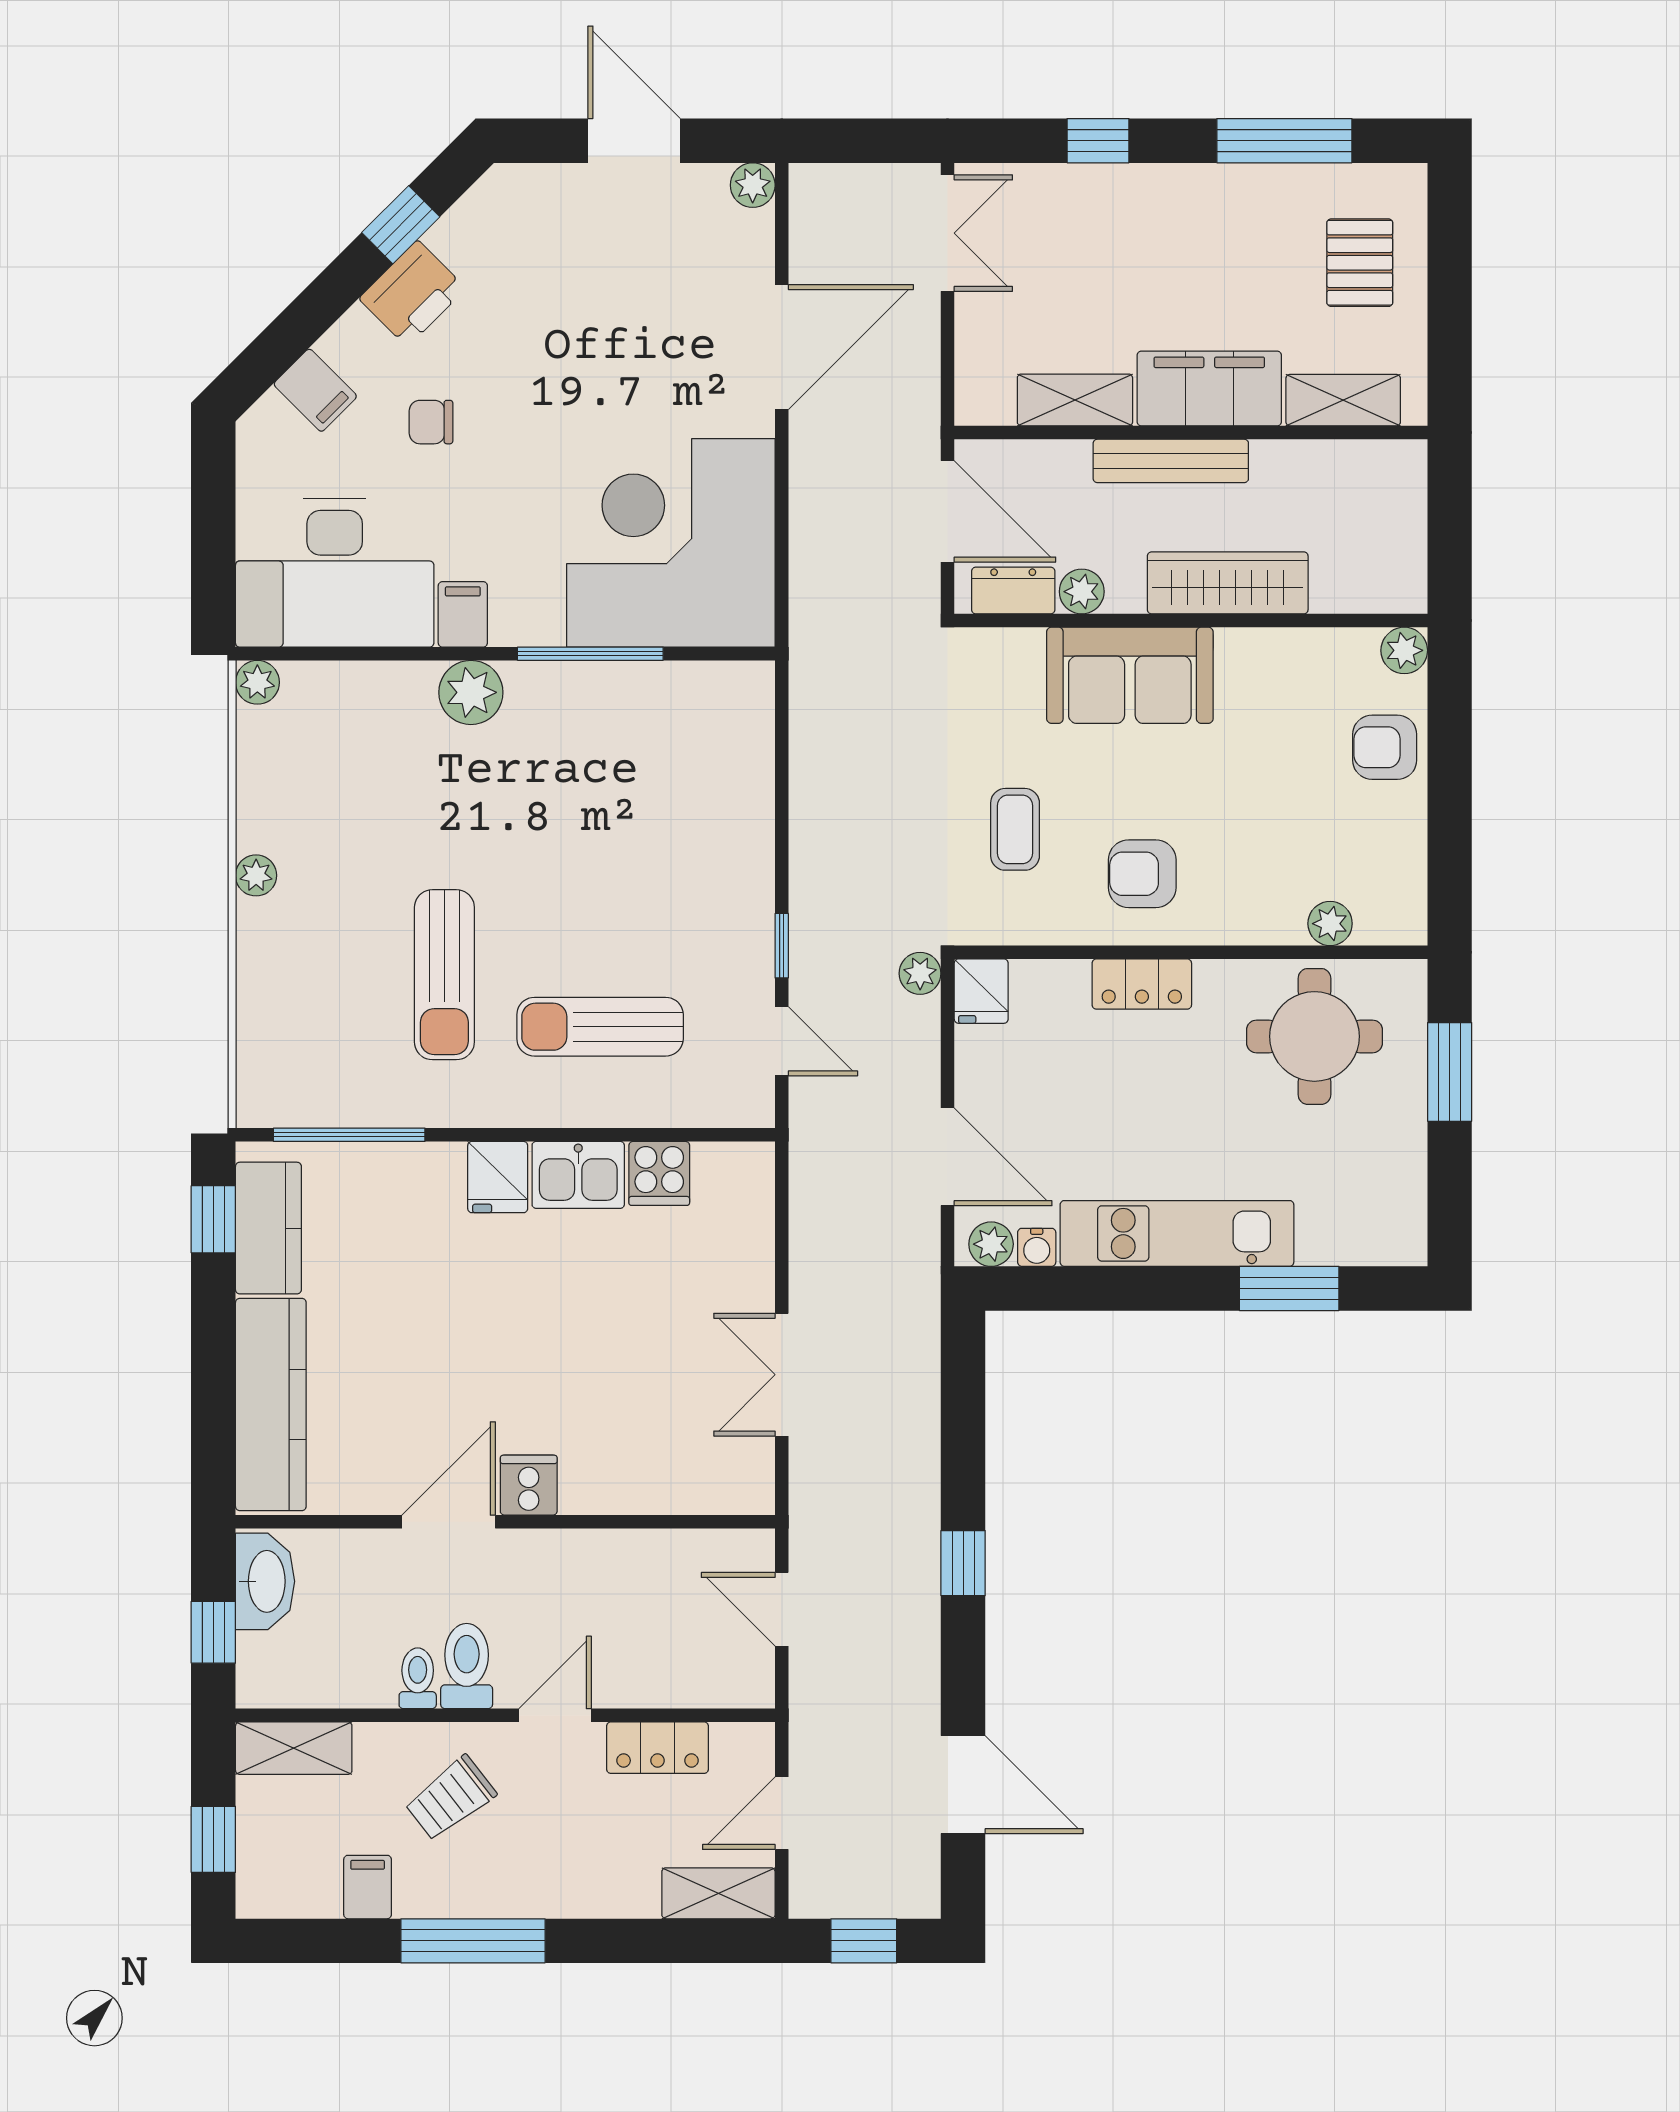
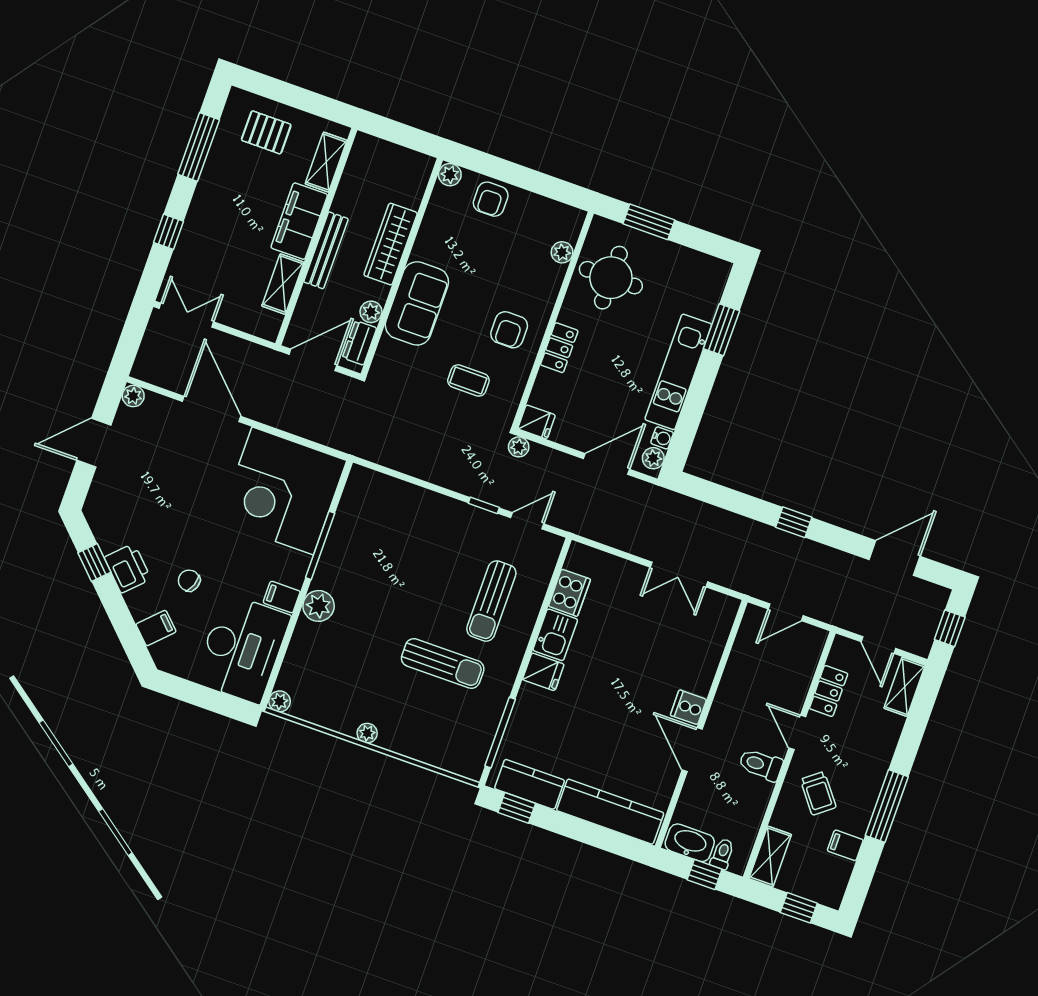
chair: (431, 422) -> (189, 581), turned 110
cooker: (659, 1173) -> (569, 593), width x1.36
toilet: (418, 1678) -> (722, 854), moved, turned 90

